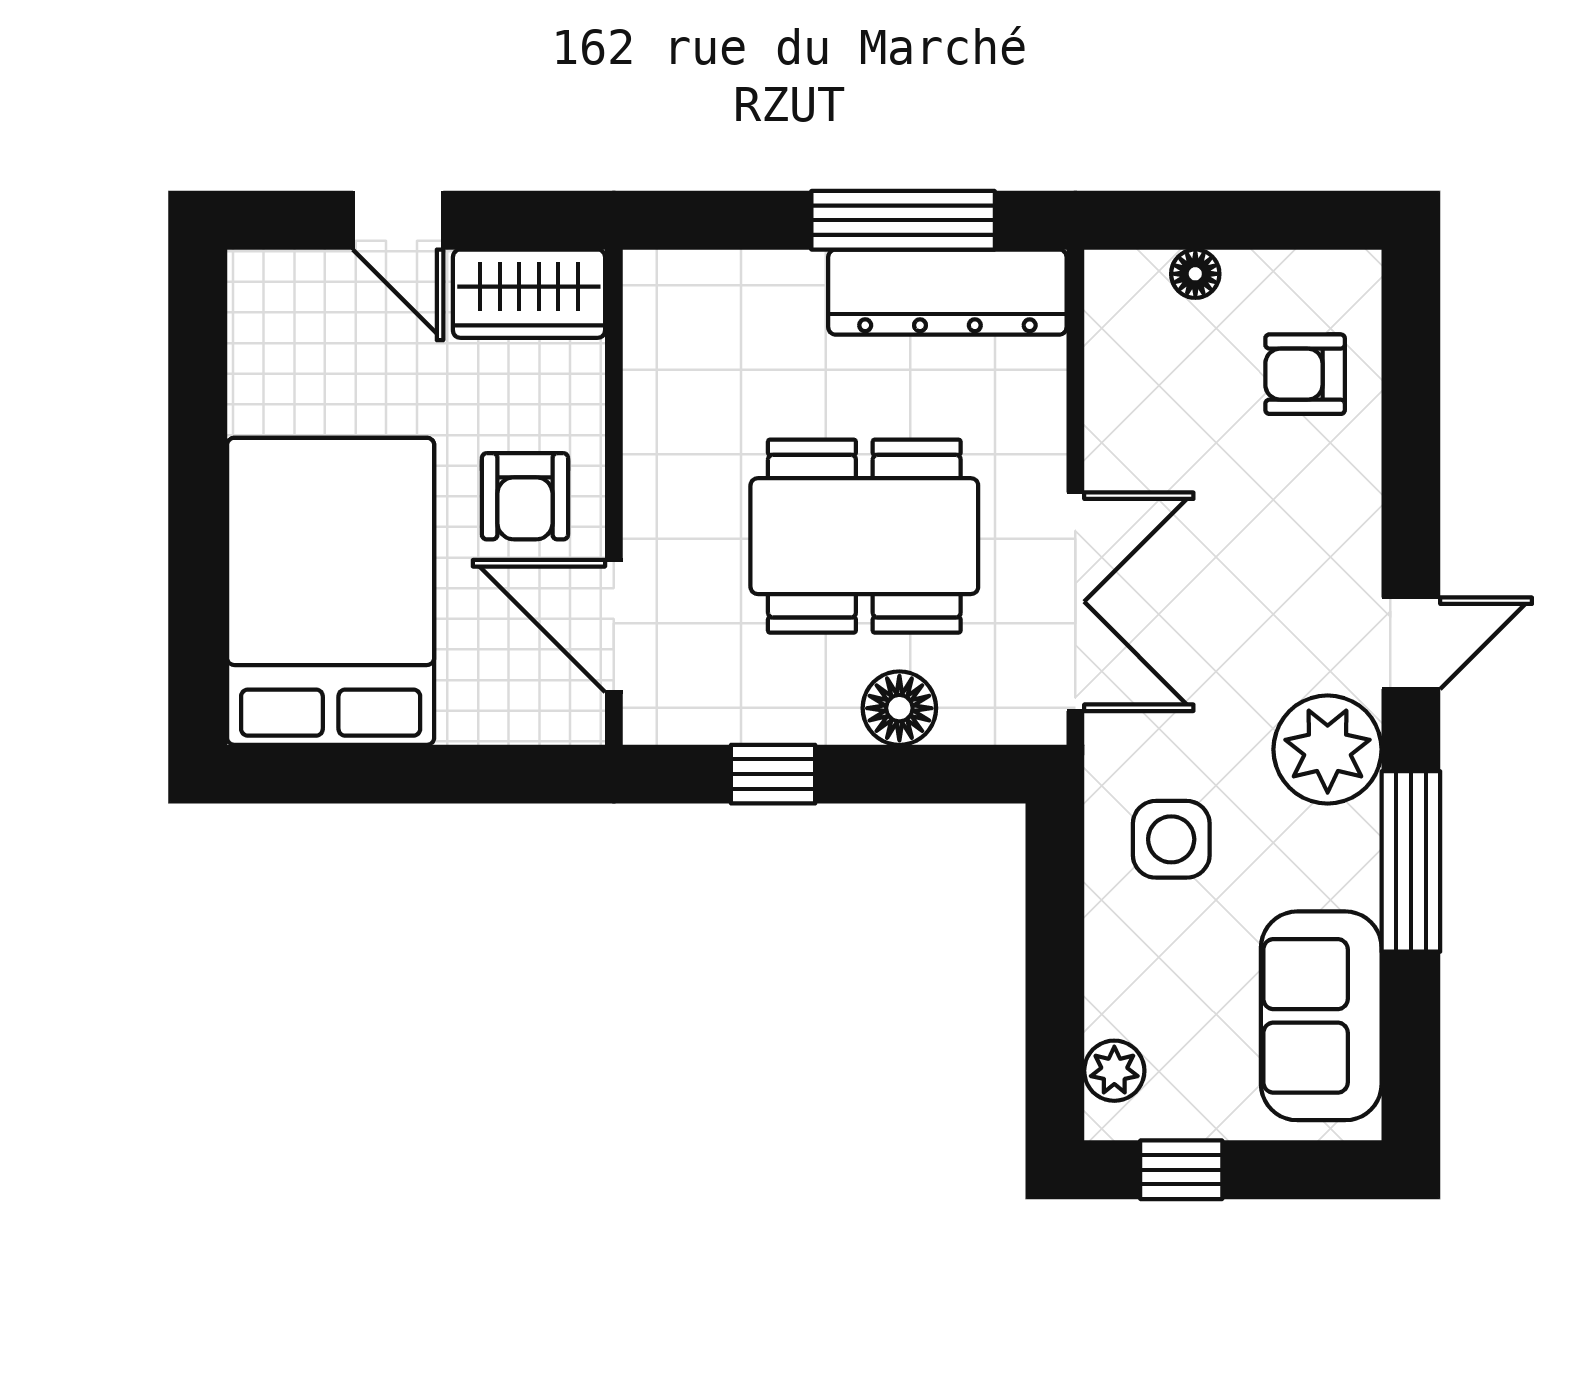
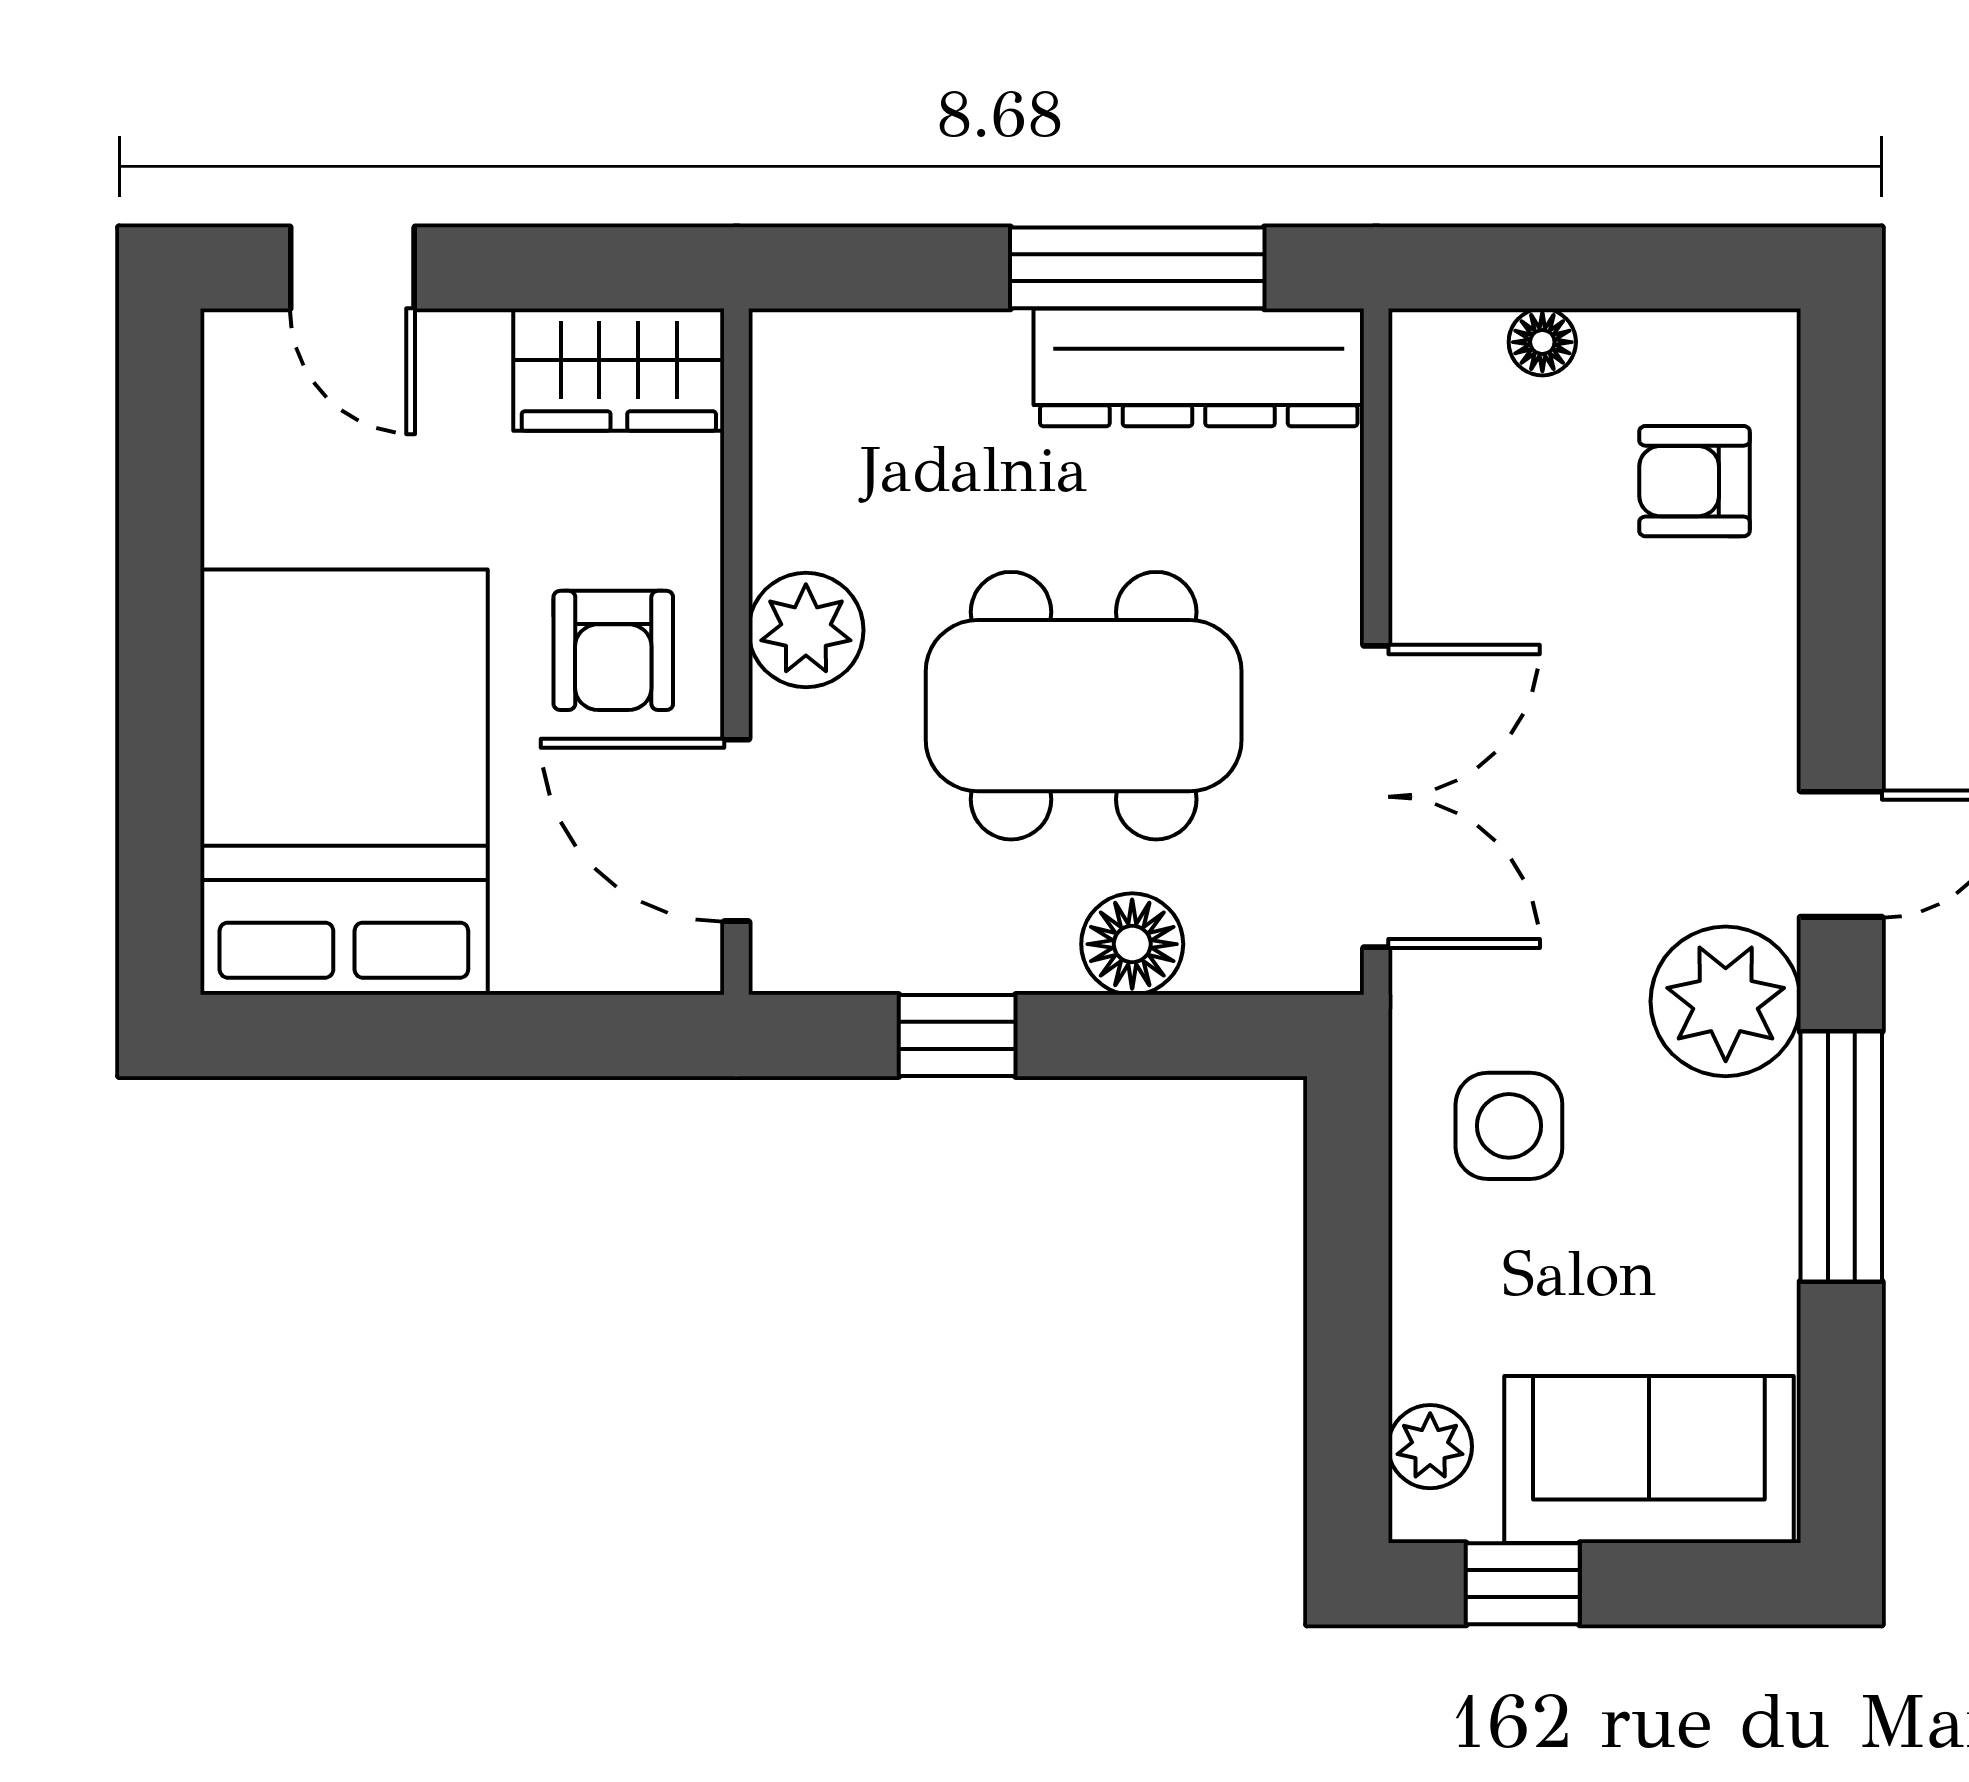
door: (398, 220) -> (352, 268), moved
plant: (664, 482) -> (806, 630), added
sofa: (1321, 1016) -> (1649, 1460), moved, turned 90

